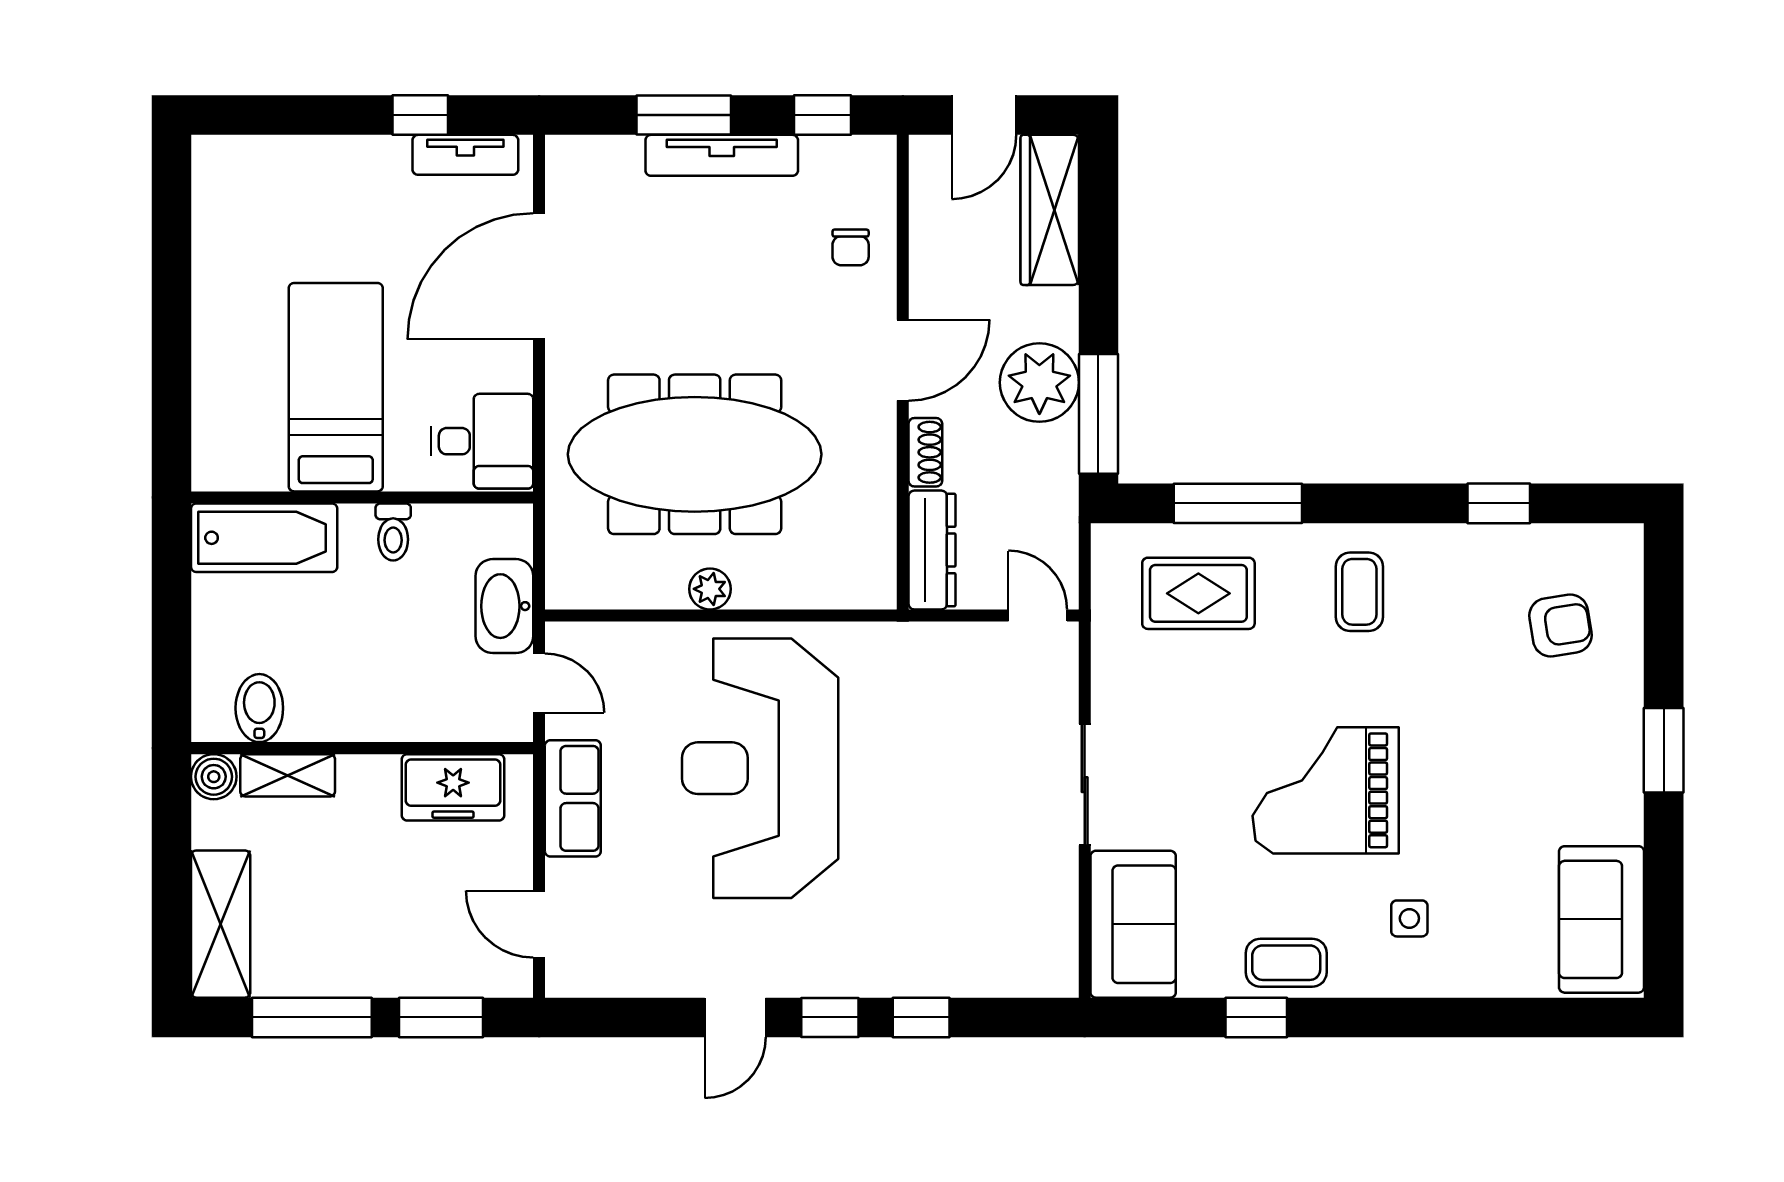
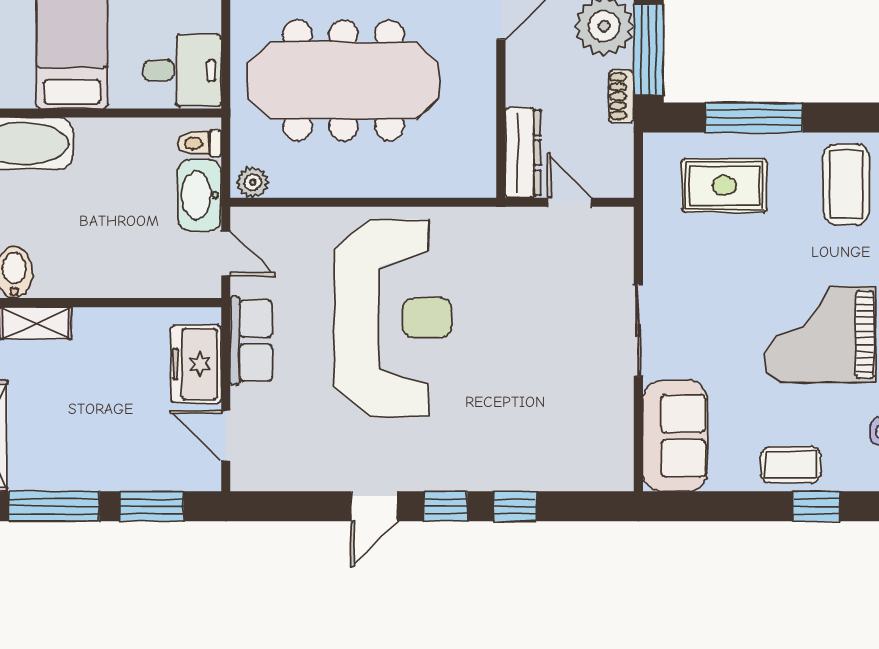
shoe rack: (925, 452) -> (621, 96), moved, turned 180
toilet: (393, 532) -> (200, 143), moved, turned 90
plant: (710, 589) -> (253, 182), moved
coffee table: (1359, 592) -> (846, 184), width x1.36, depth x1.30
door: (1038, 615) -> (569, 202), moved
reception desk: (760, 768) -> (393, 318), turned 180
freezer: (453, 787) -> (196, 364), moved, turned 90
window: (1256, 1017) -> (816, 506), moved

